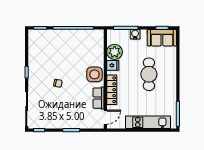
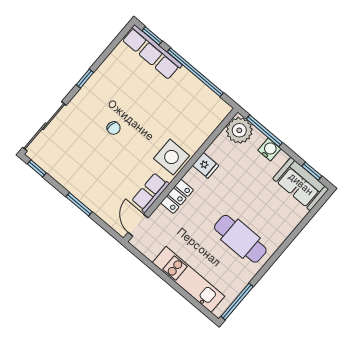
row of seats: (46, 35) -> (152, 52), added
plant: (115, 52) -> (239, 130), moved
cafe table: (149, 74) -> (240, 239), moved, turned 90
locker: (112, 90) -> (177, 196), width x0.66
door: (105, 117) -> (138, 225), swing flipped

